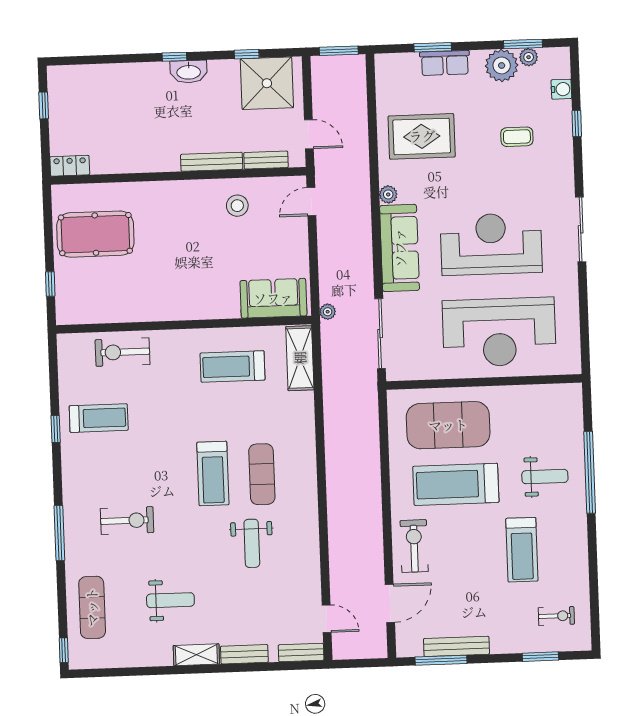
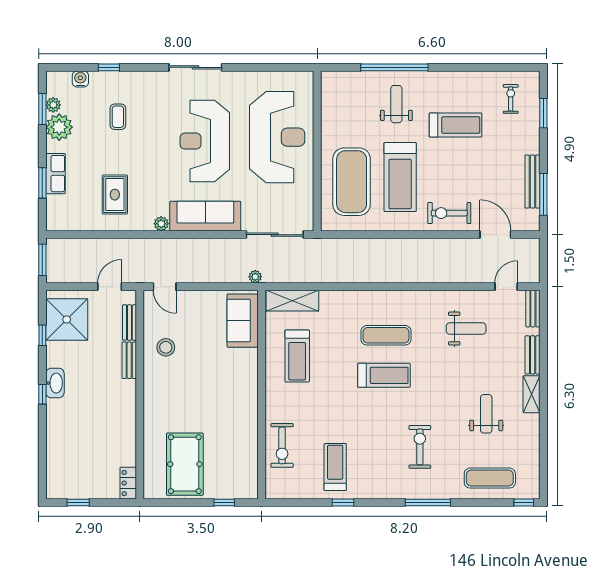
rug: (422, 136) -> (115, 195), width x0.73, depth x0.70
bench: (212, 162) -> (129, 360), width x0.73
weight bench: (252, 543) -> (466, 329), moved

